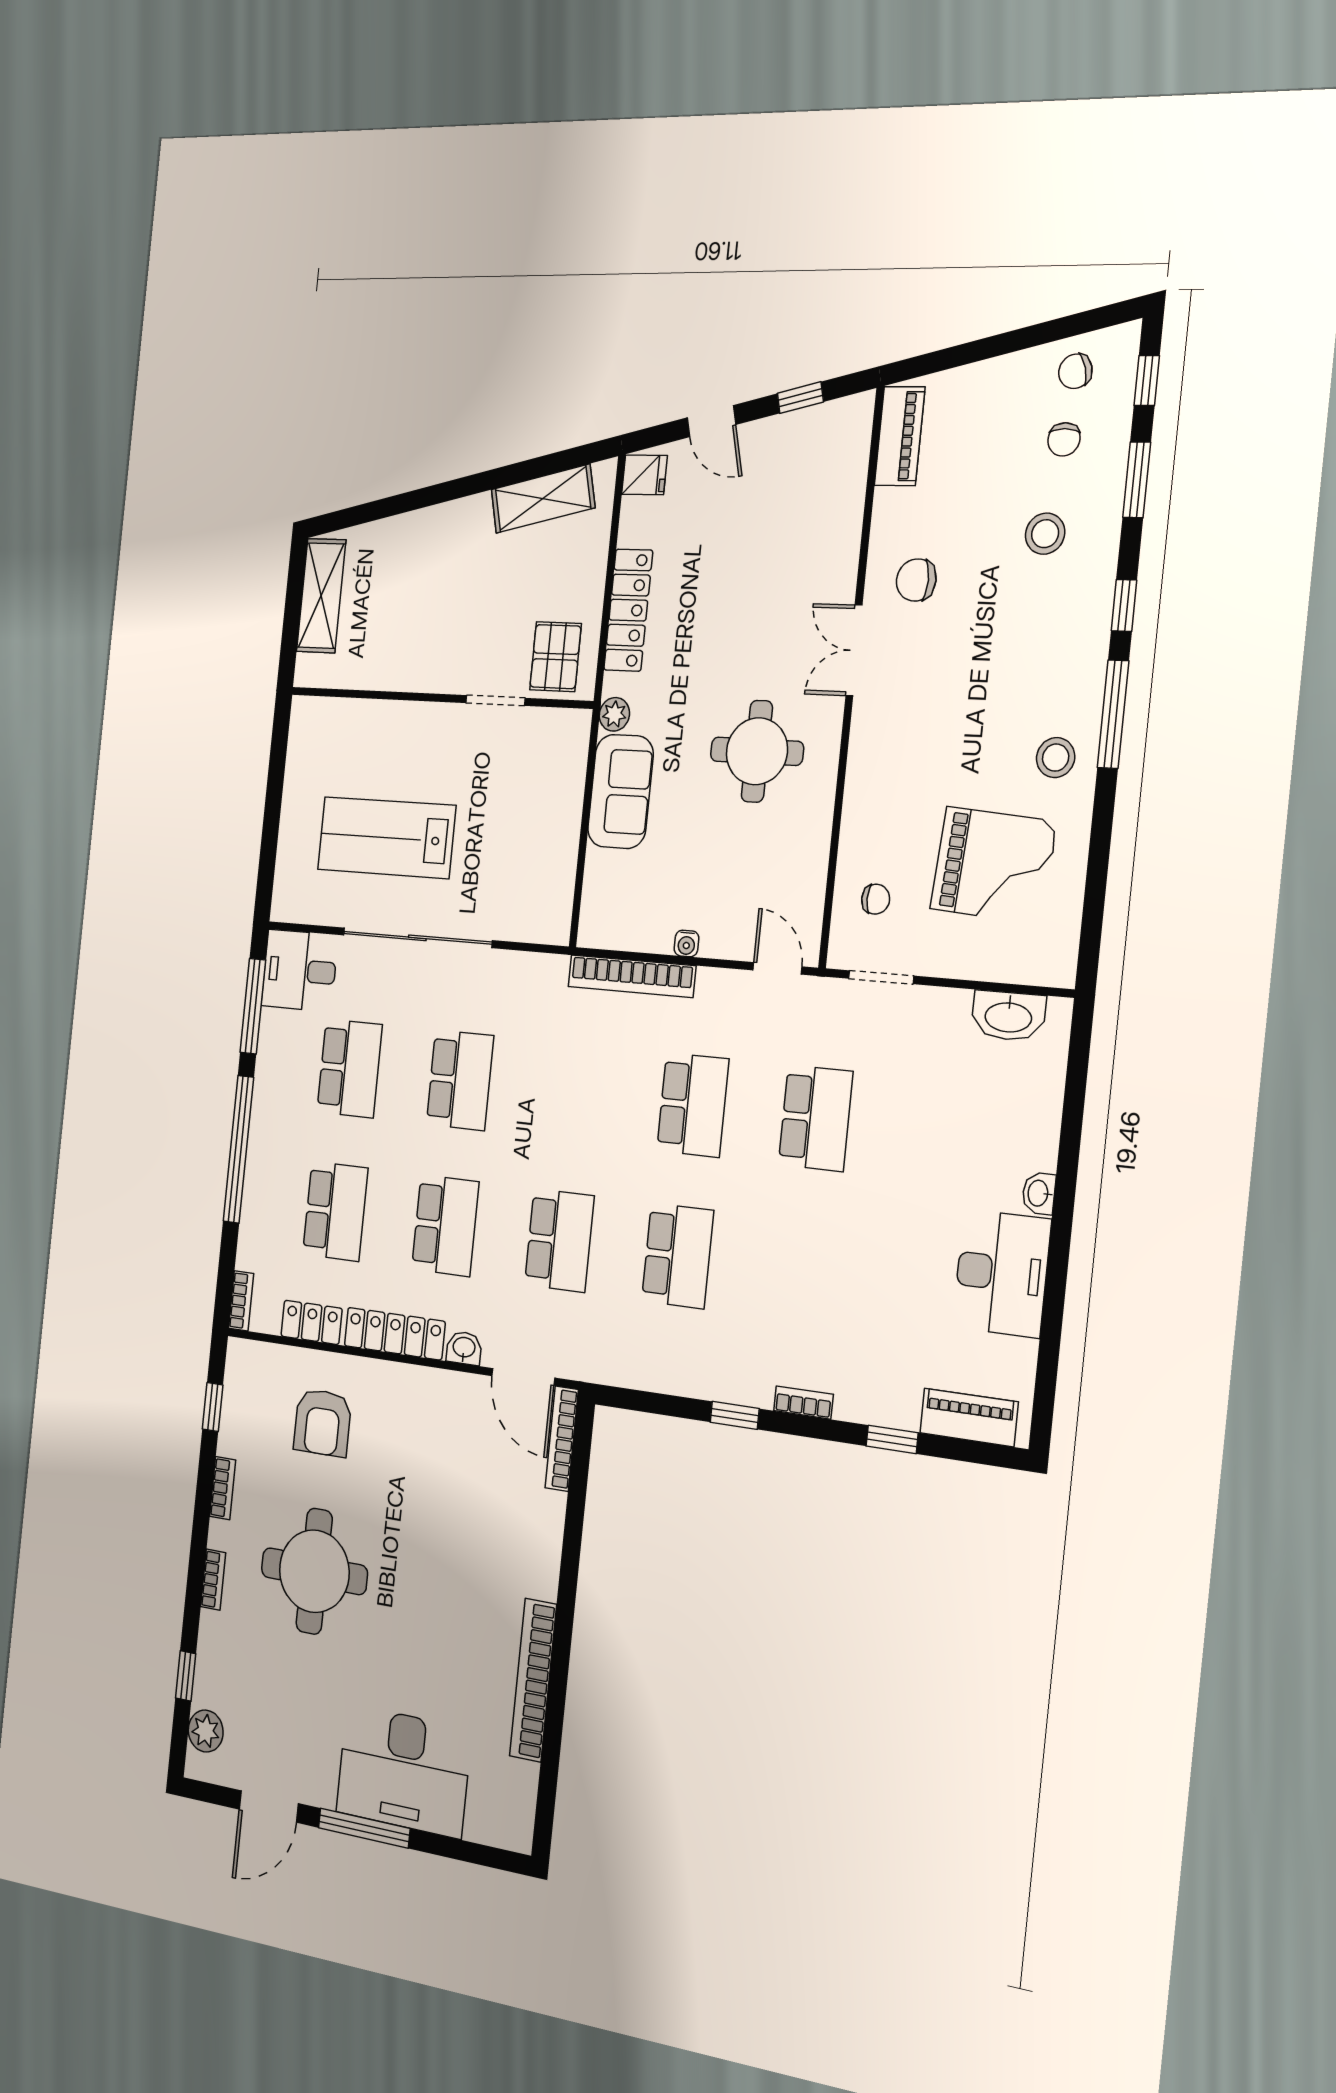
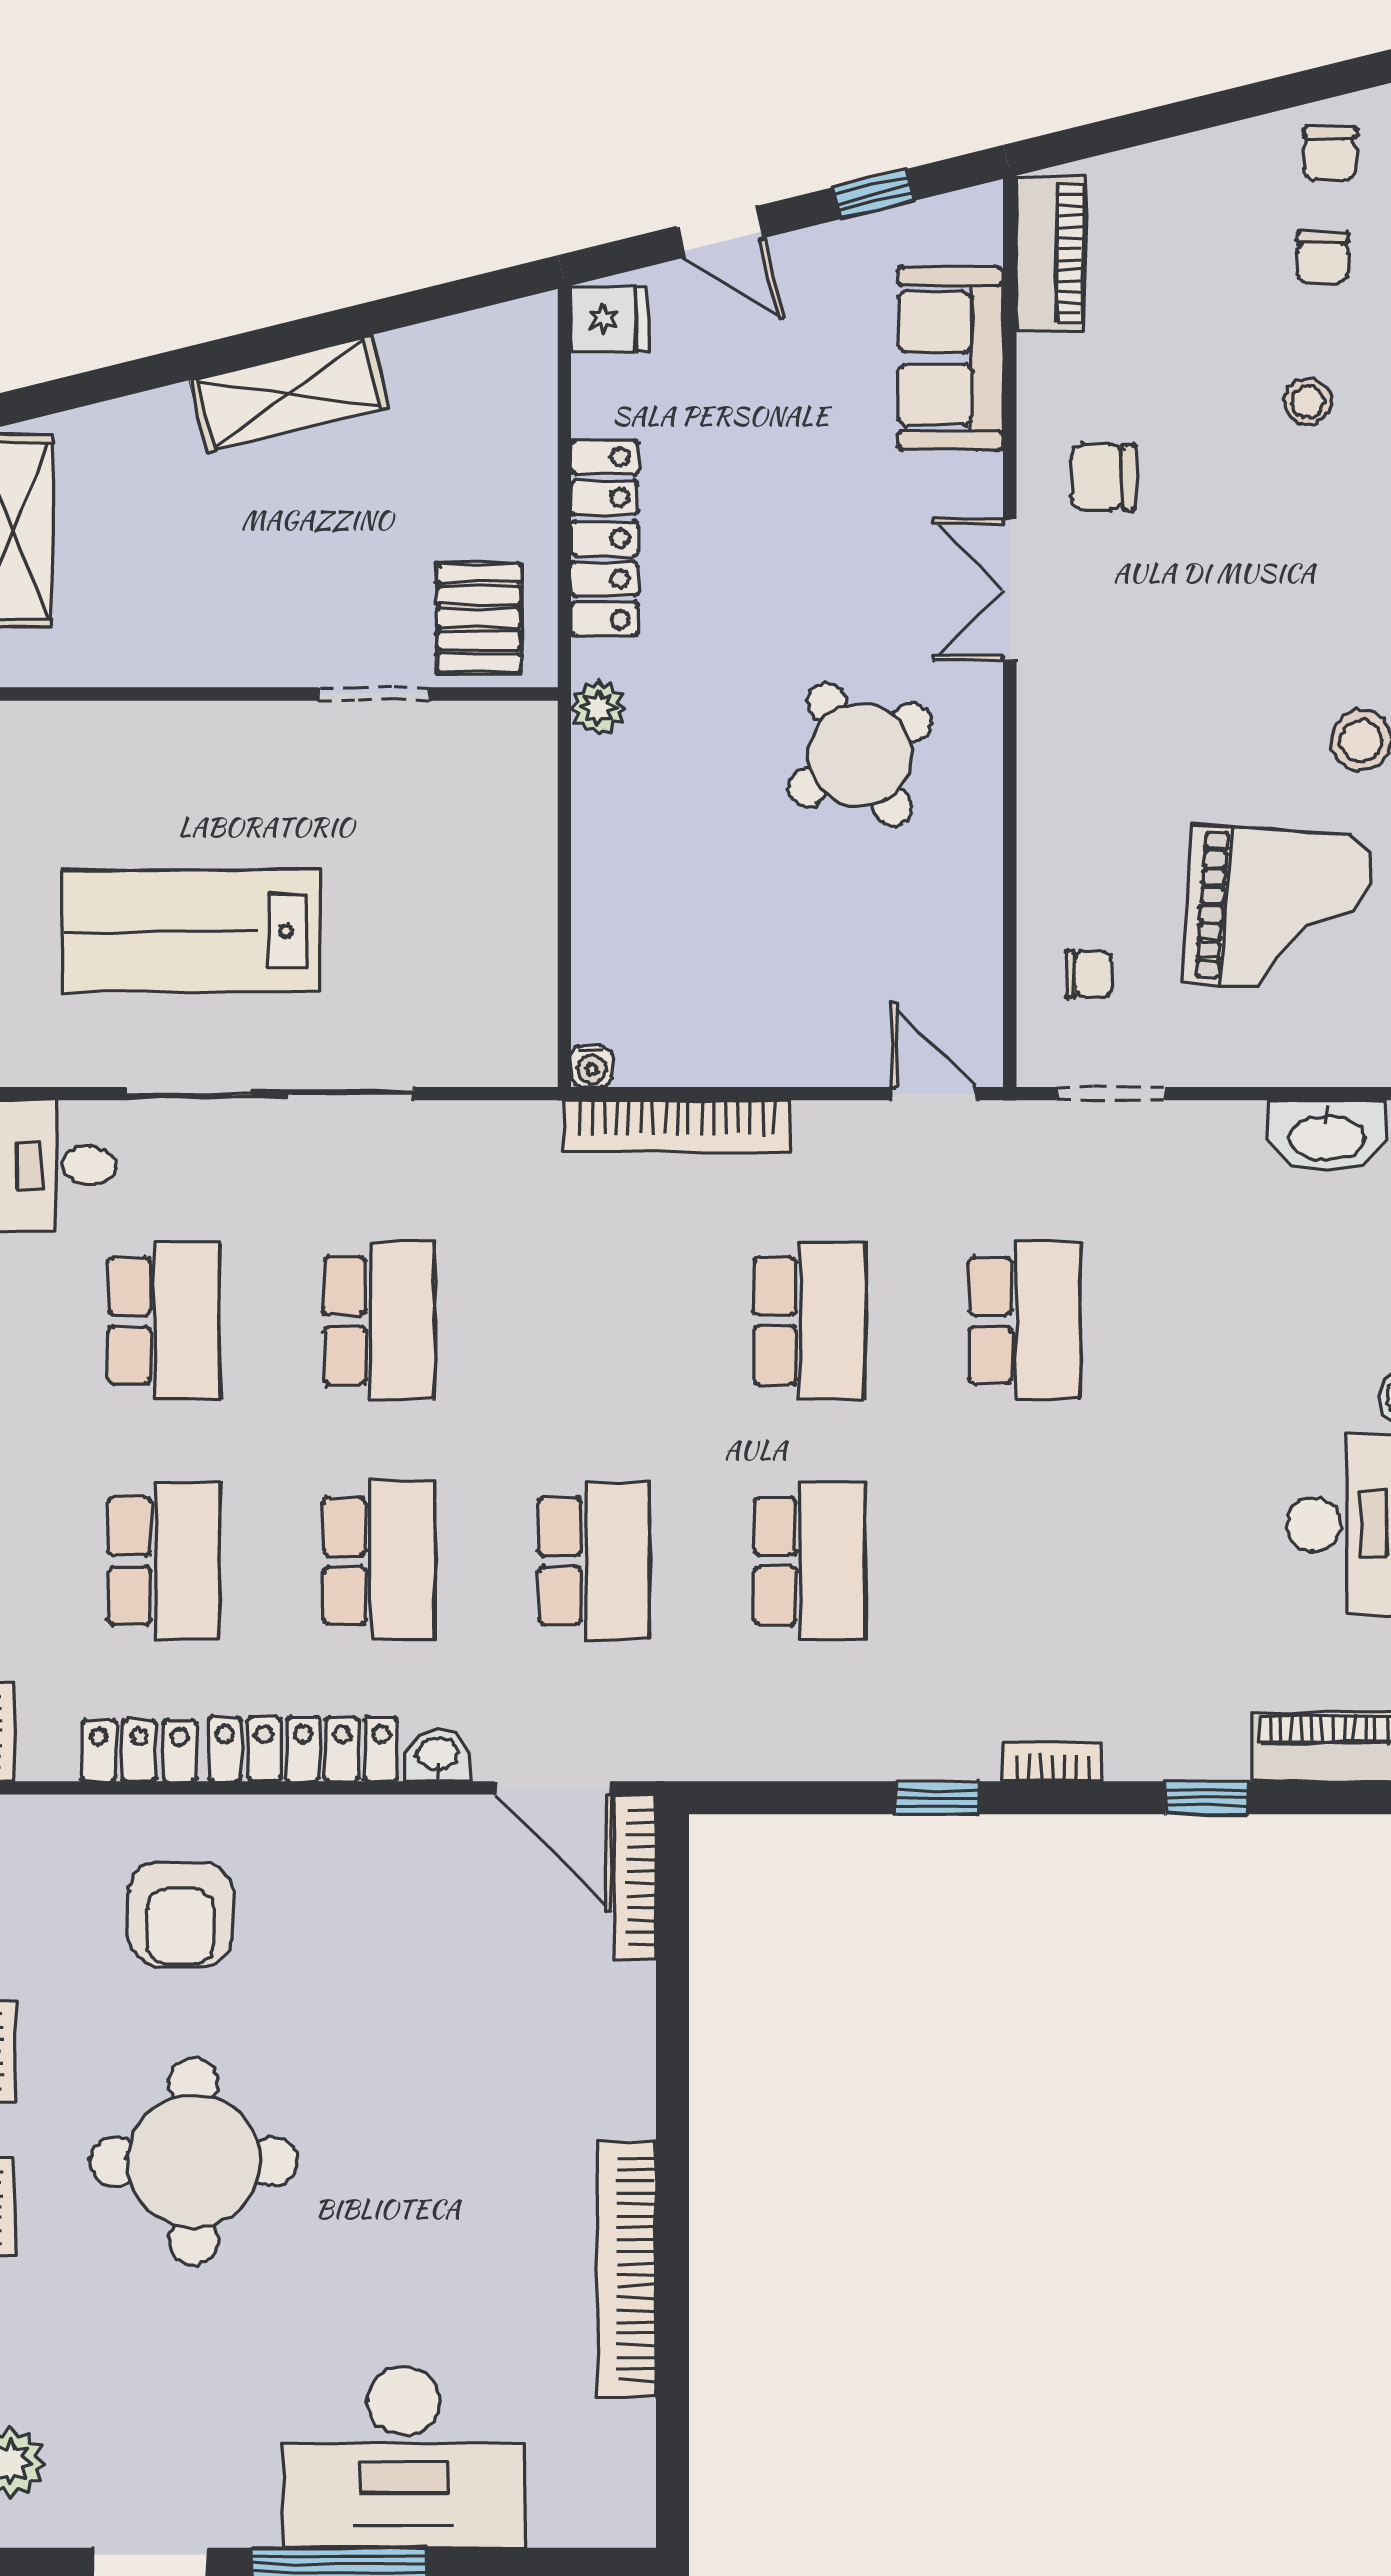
chair: (1075, 371) -> (1330, 154), turned -73
shelving: (543, 499) -> (289, 394), moved
stool: (1045, 534) -> (1308, 402), width x0.73, depth x0.73
round table: (757, 751) -> (860, 755), turned -32
sofa: (621, 791) -> (951, 358), moved, turned 180
water cooler: (686, 943) -> (592, 1066), moved

